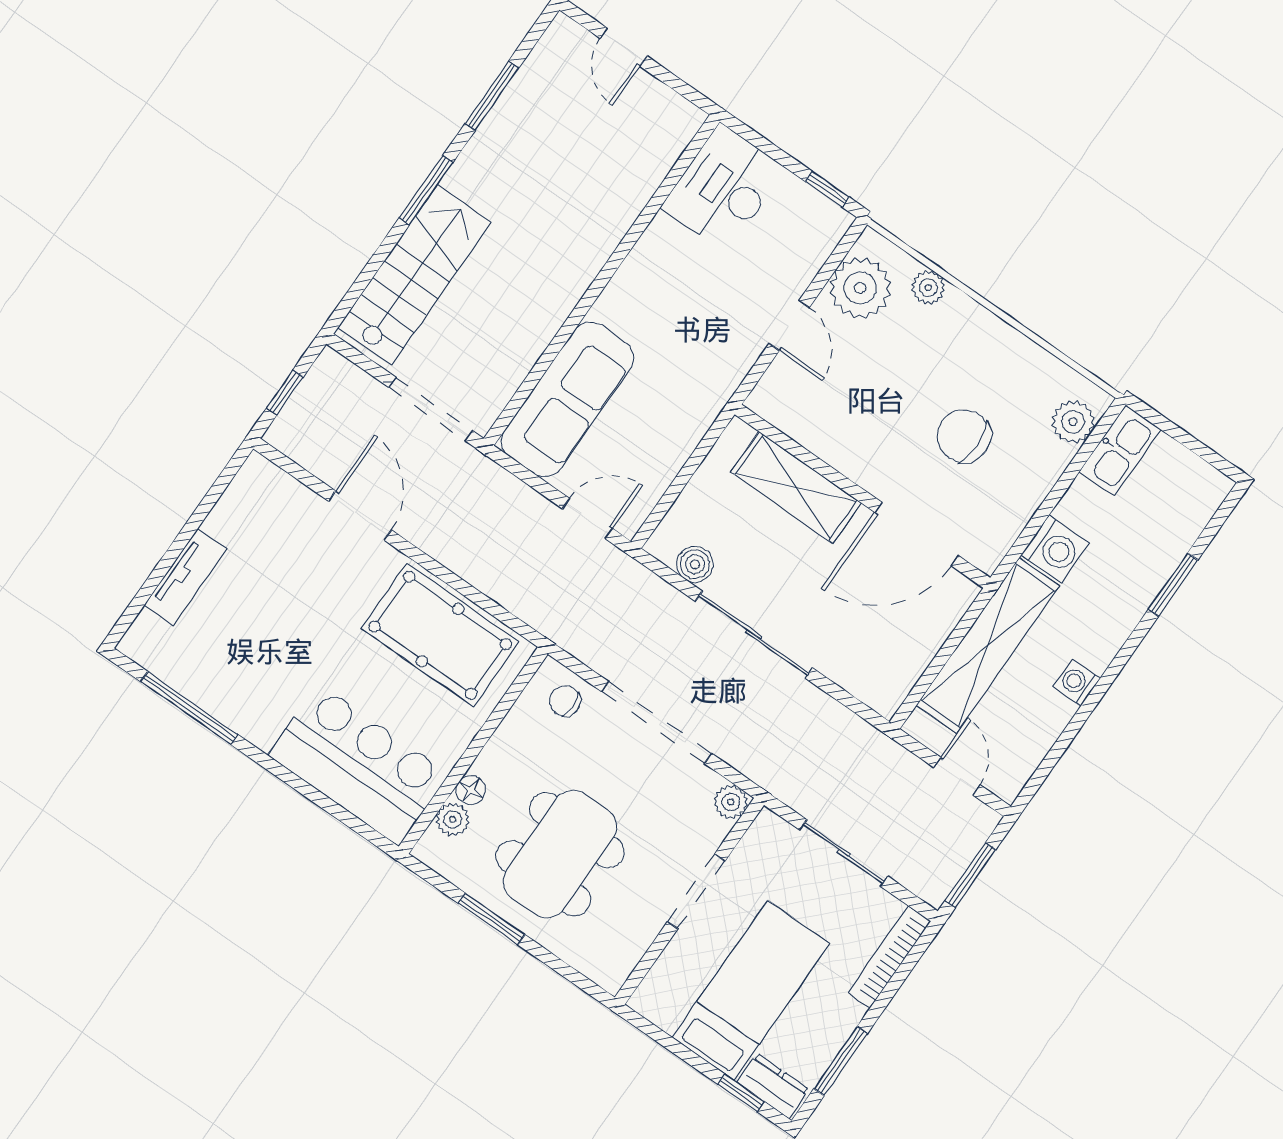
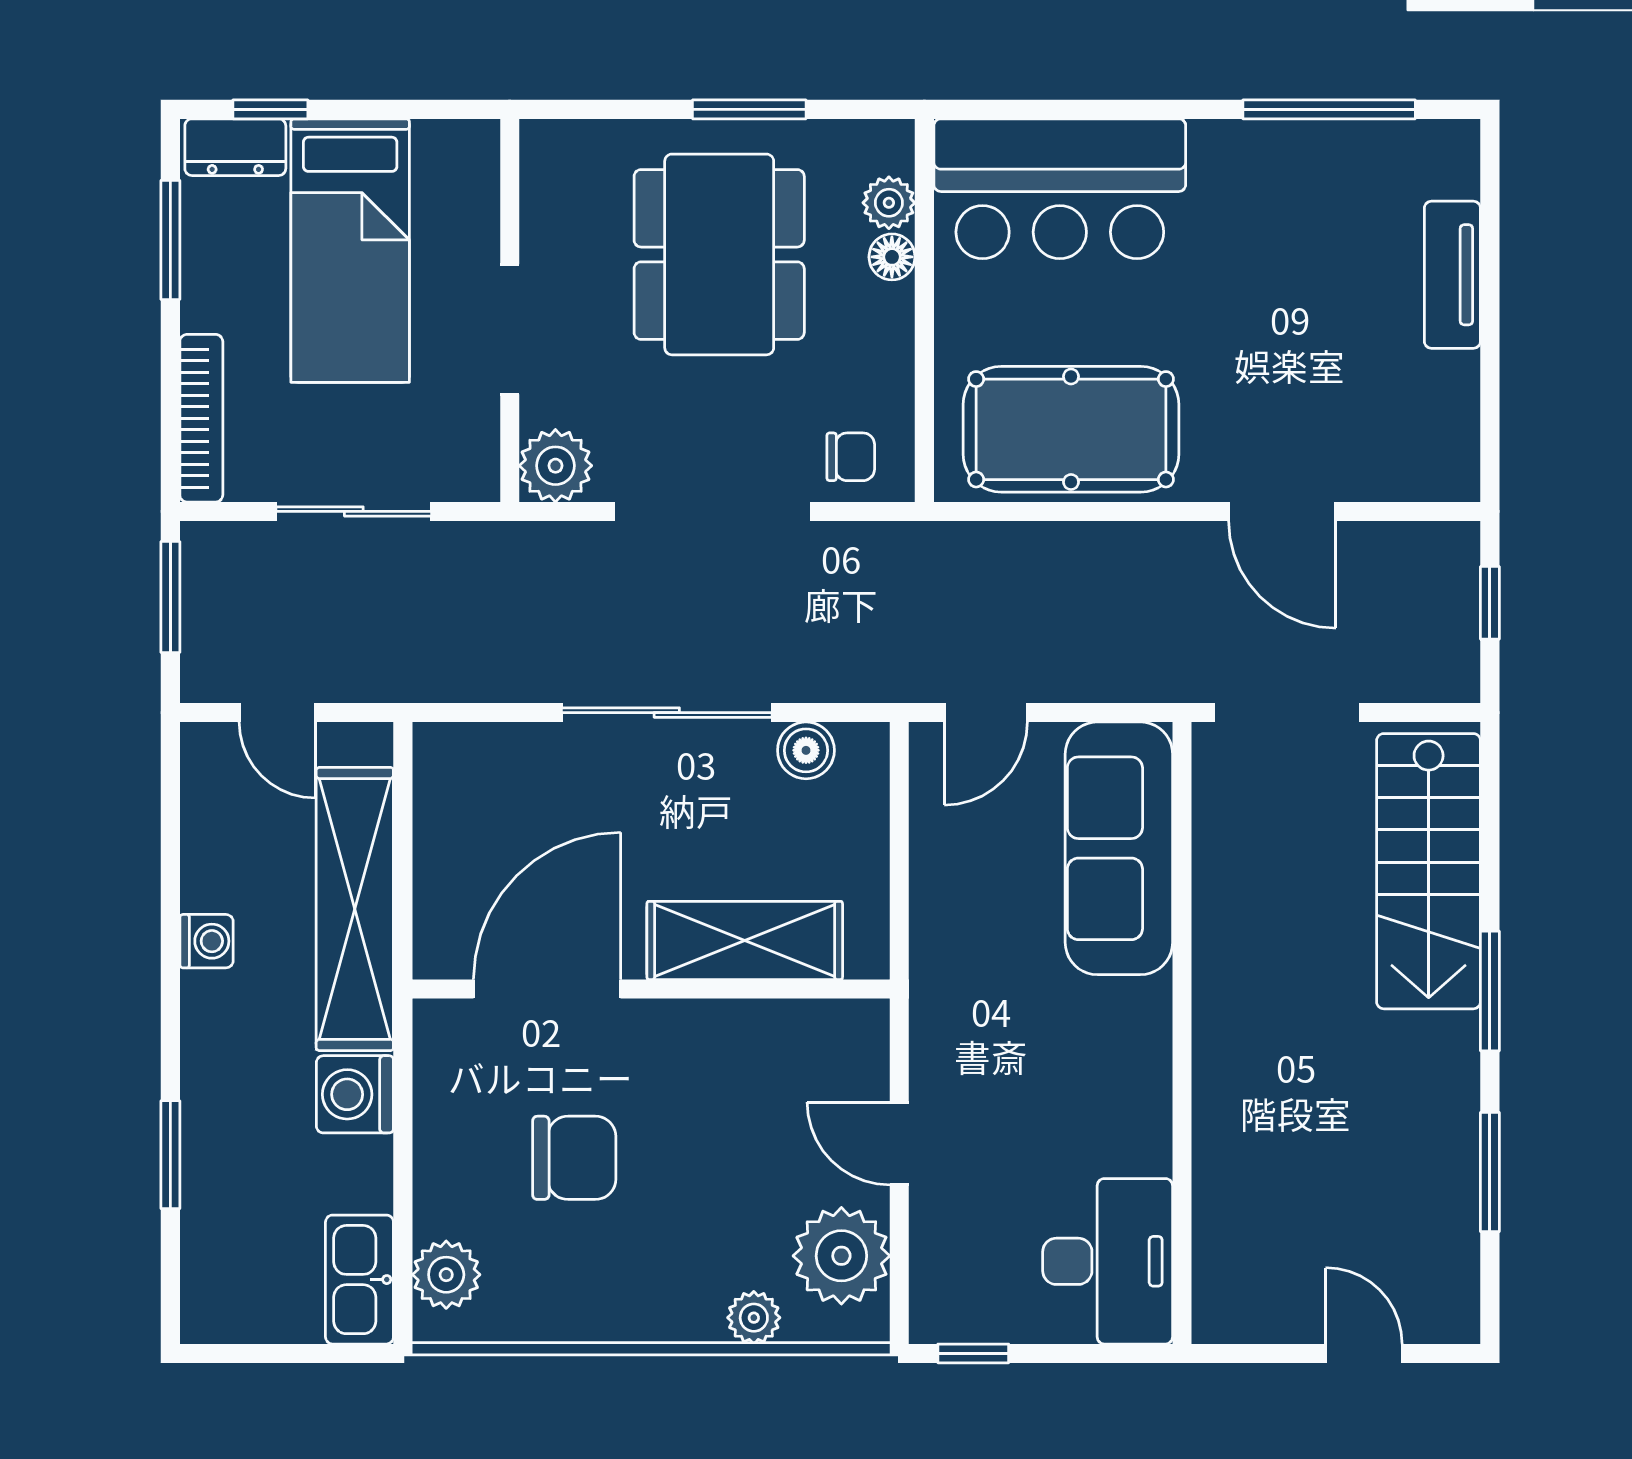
plant: (731, 802) -> (555, 466), width x1.38, depth x1.38

